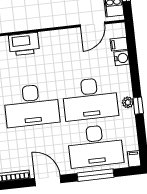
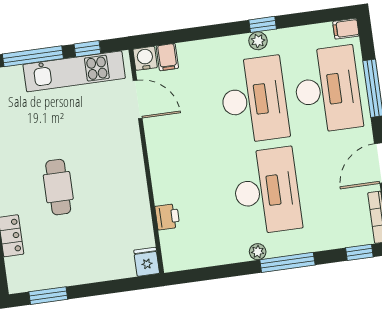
printer: (24, 44) -> (167, 217), width x0.53, depth x0.68
water cooler: (122, 58) -> (145, 58), moved

